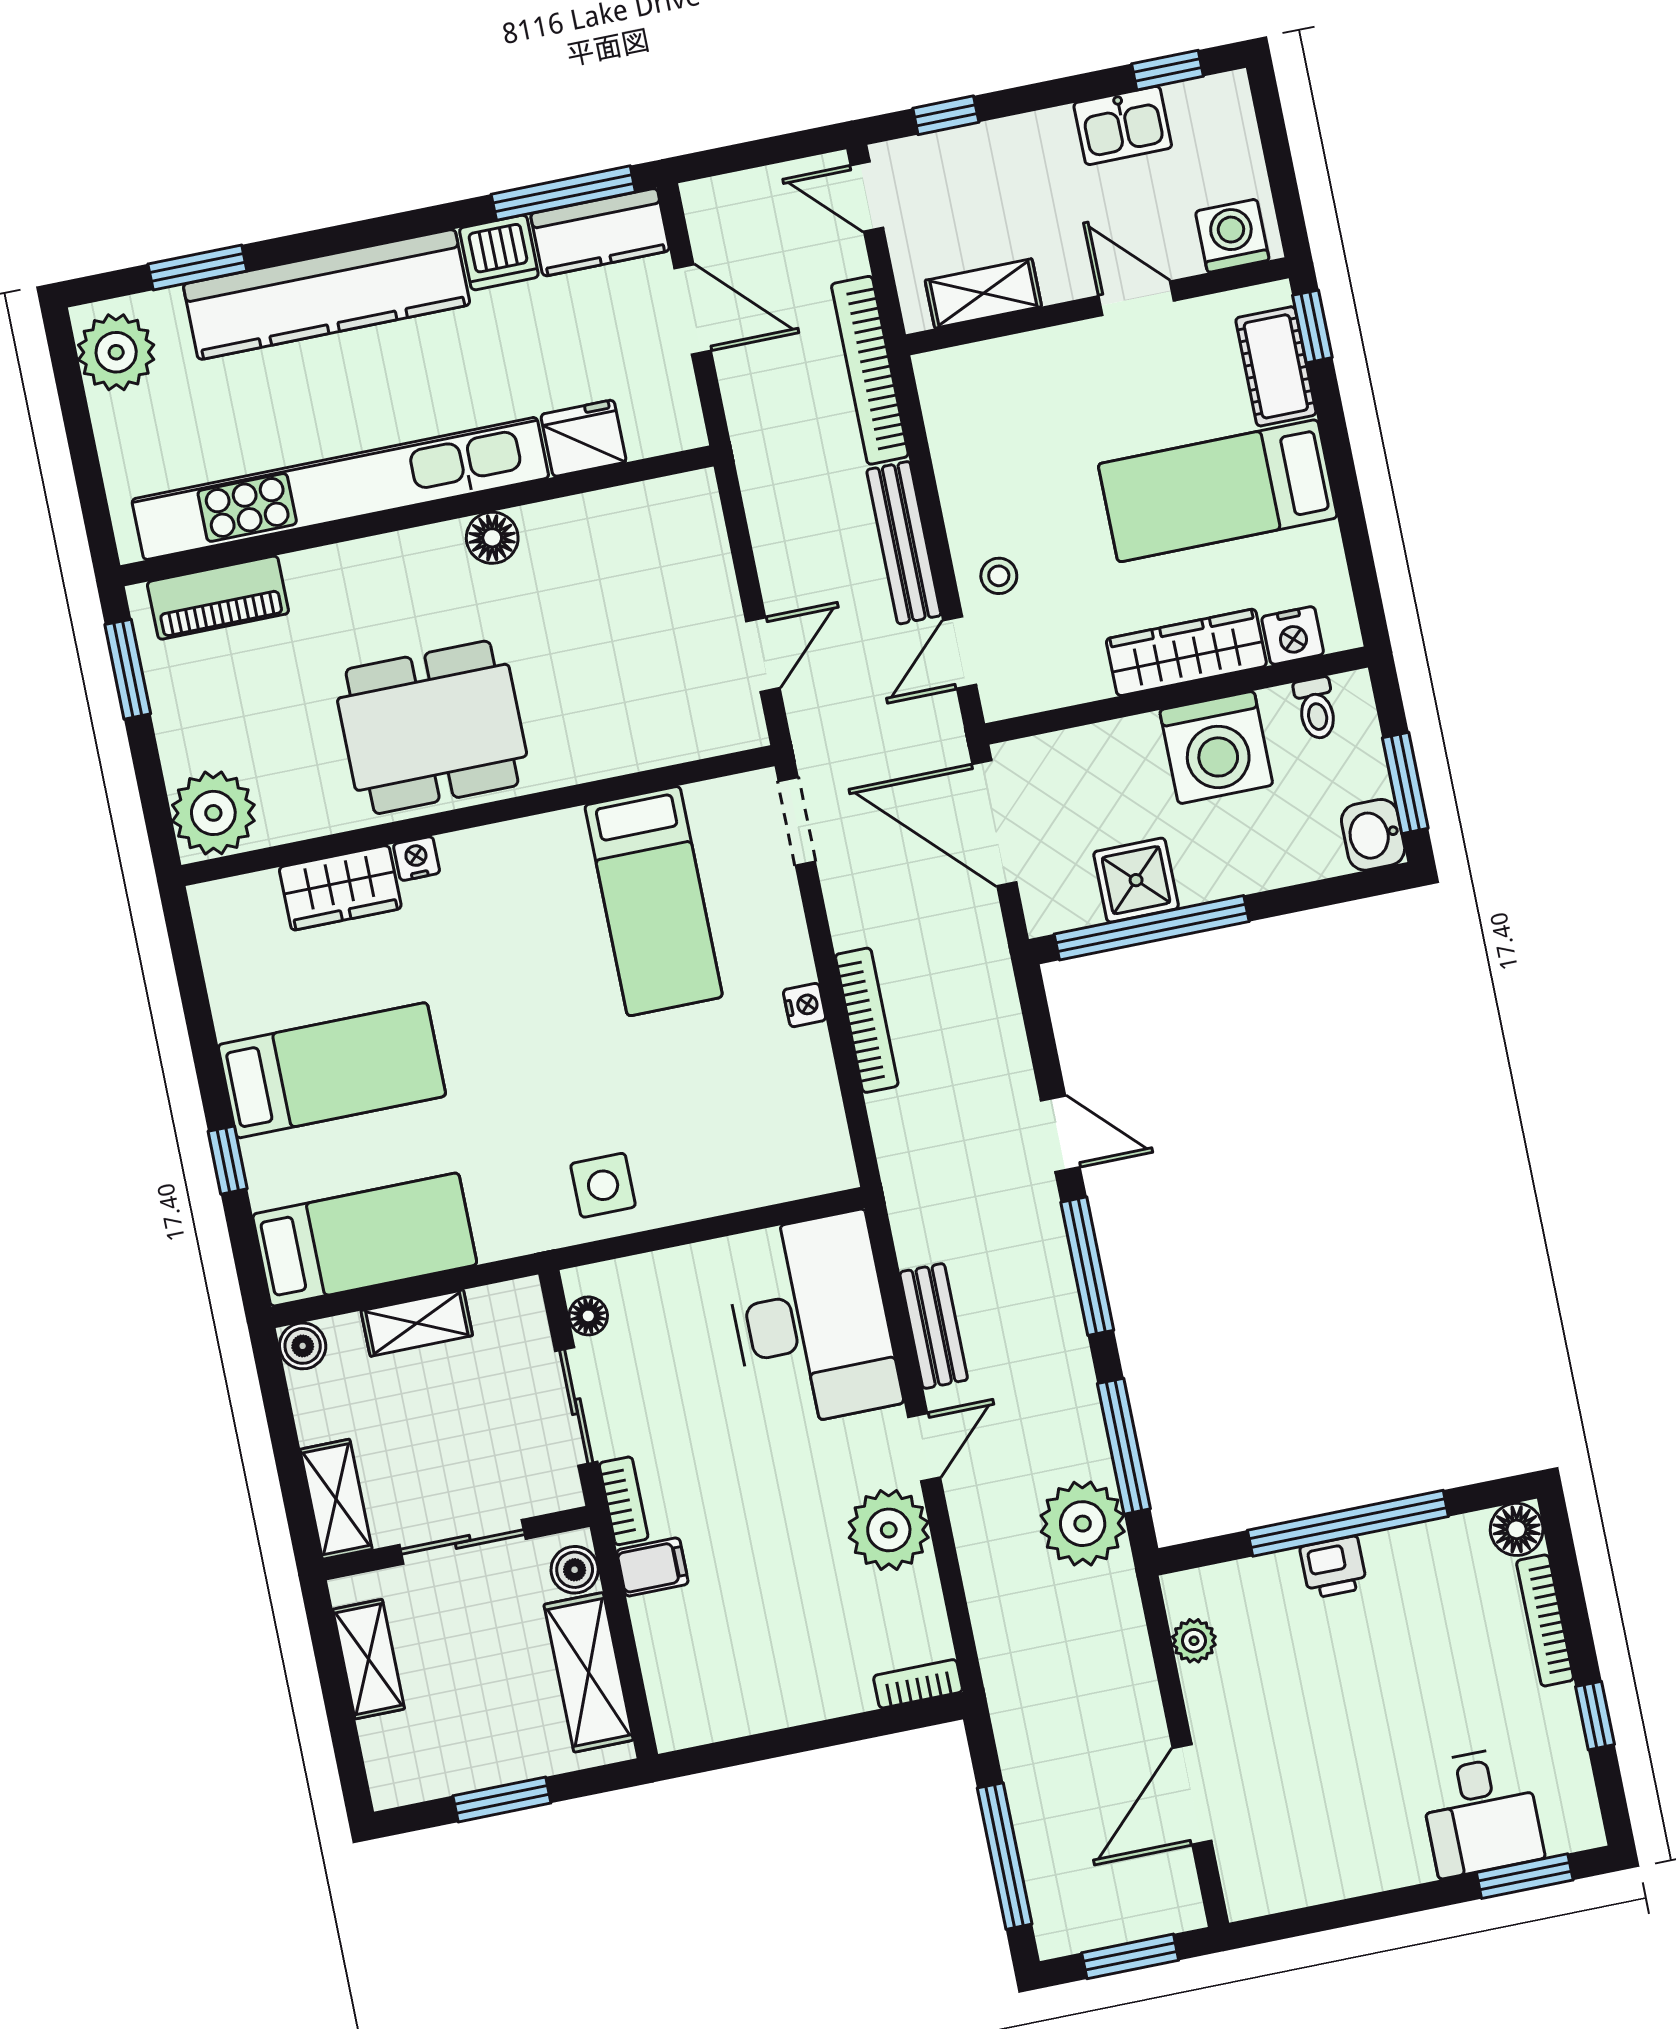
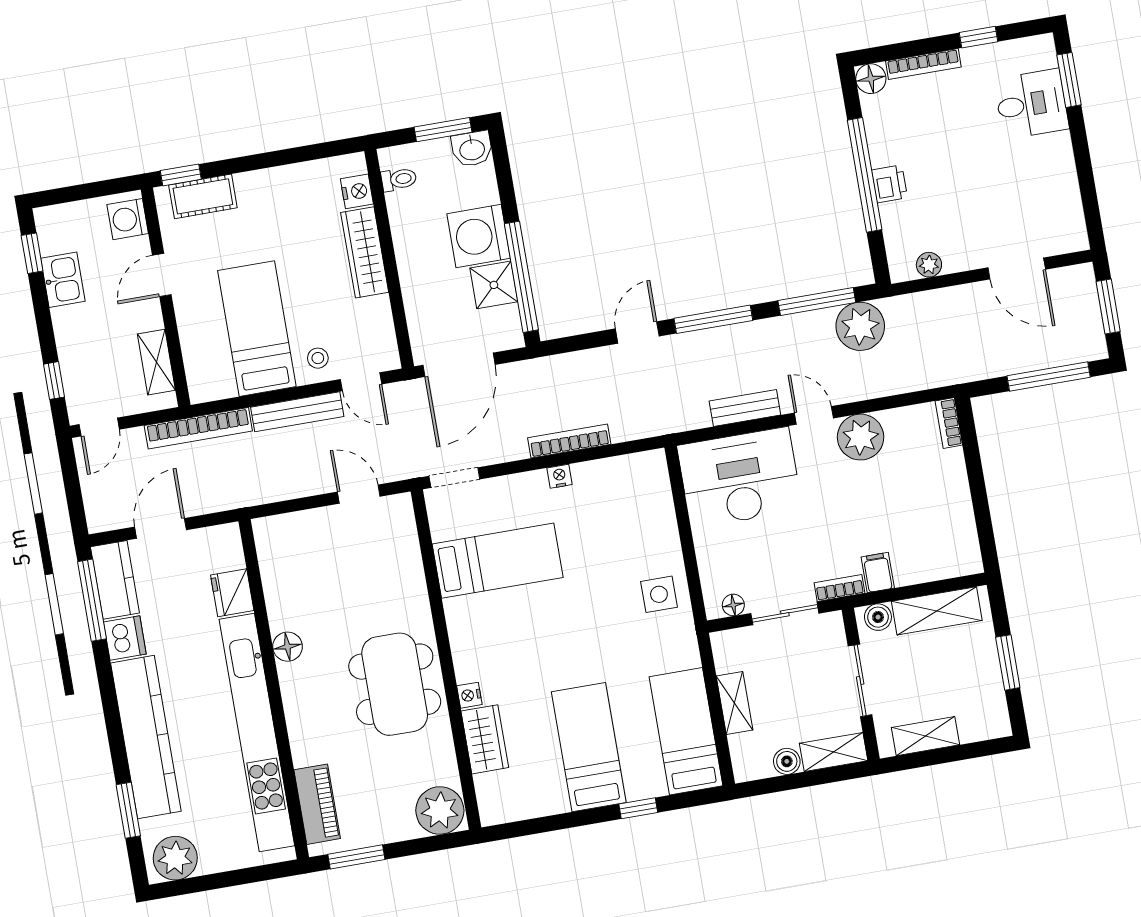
bed: (1218, 491) -> (257, 329), moved, turned 180
washing machine: (1216, 748) -> (479, 236), moved, turned 180
boiler: (303, 1346) -> (787, 761), moved

